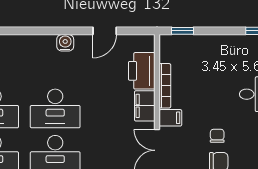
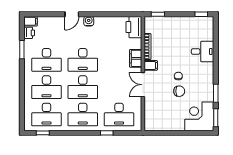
door: (105, 31) -> (72, 14), moved
printer: (142, 71) -> (134, 27), moved

